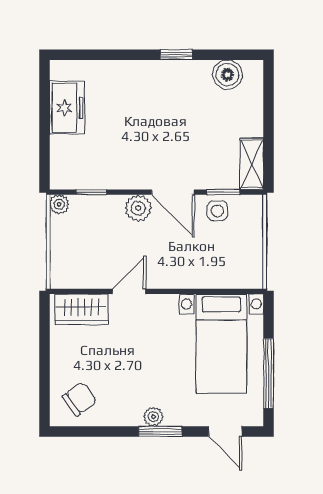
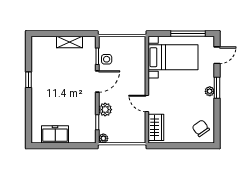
boiler: (227, 75) -> (38, 54), removed
shelving: (252, 164) -> (70, 42), moved
plant: (138, 208) -> (105, 110), moved

